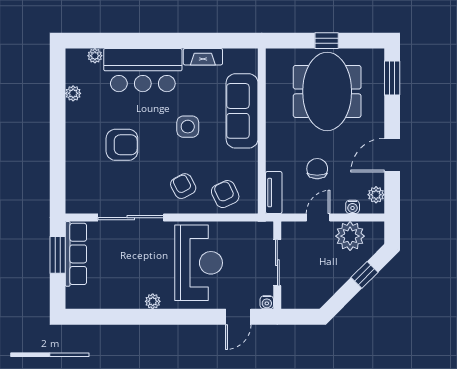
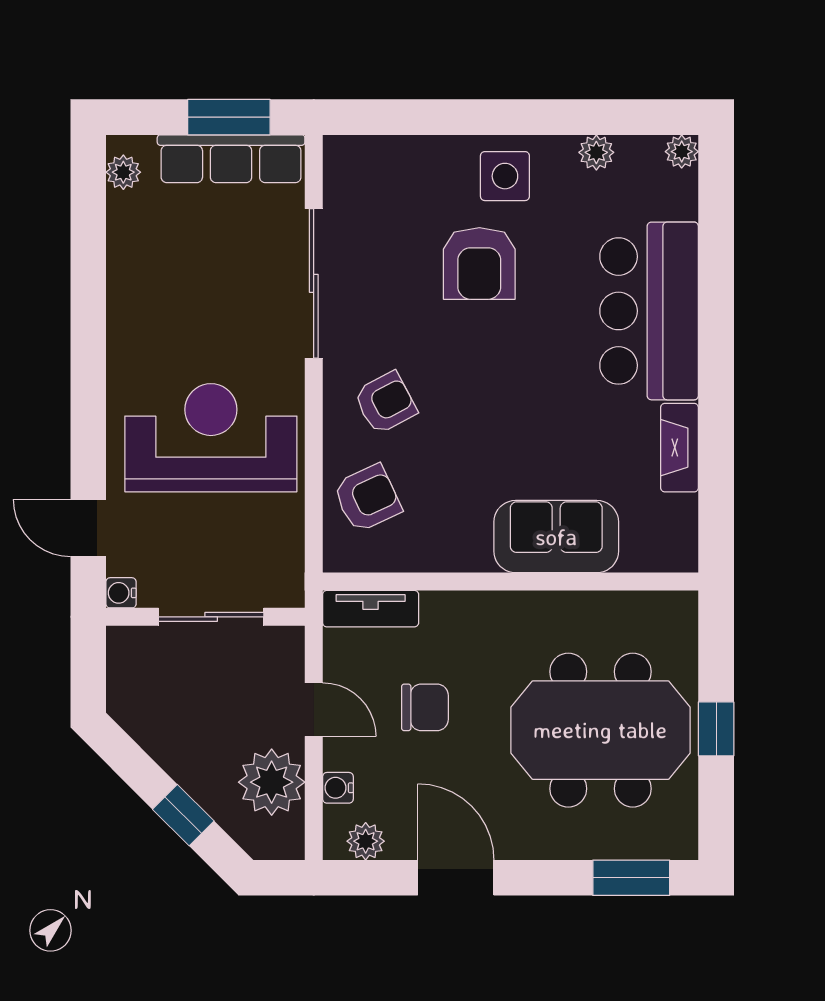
plant: (95, 56) -> (682, 152), moved
sofa: (242, 111) -> (556, 537), width x0.73
side table: (188, 127) -> (505, 176), moved
reception desk: (199, 263) -> (211, 438), turned 180
plant: (153, 301) -> (123, 172), moved

